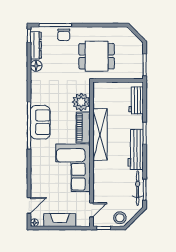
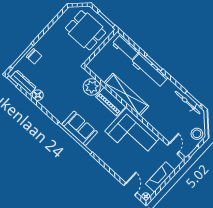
dining table: (97, 56) -> (86, 30), moved, turned 90
workbench: (136, 150) -> (149, 70), moved

